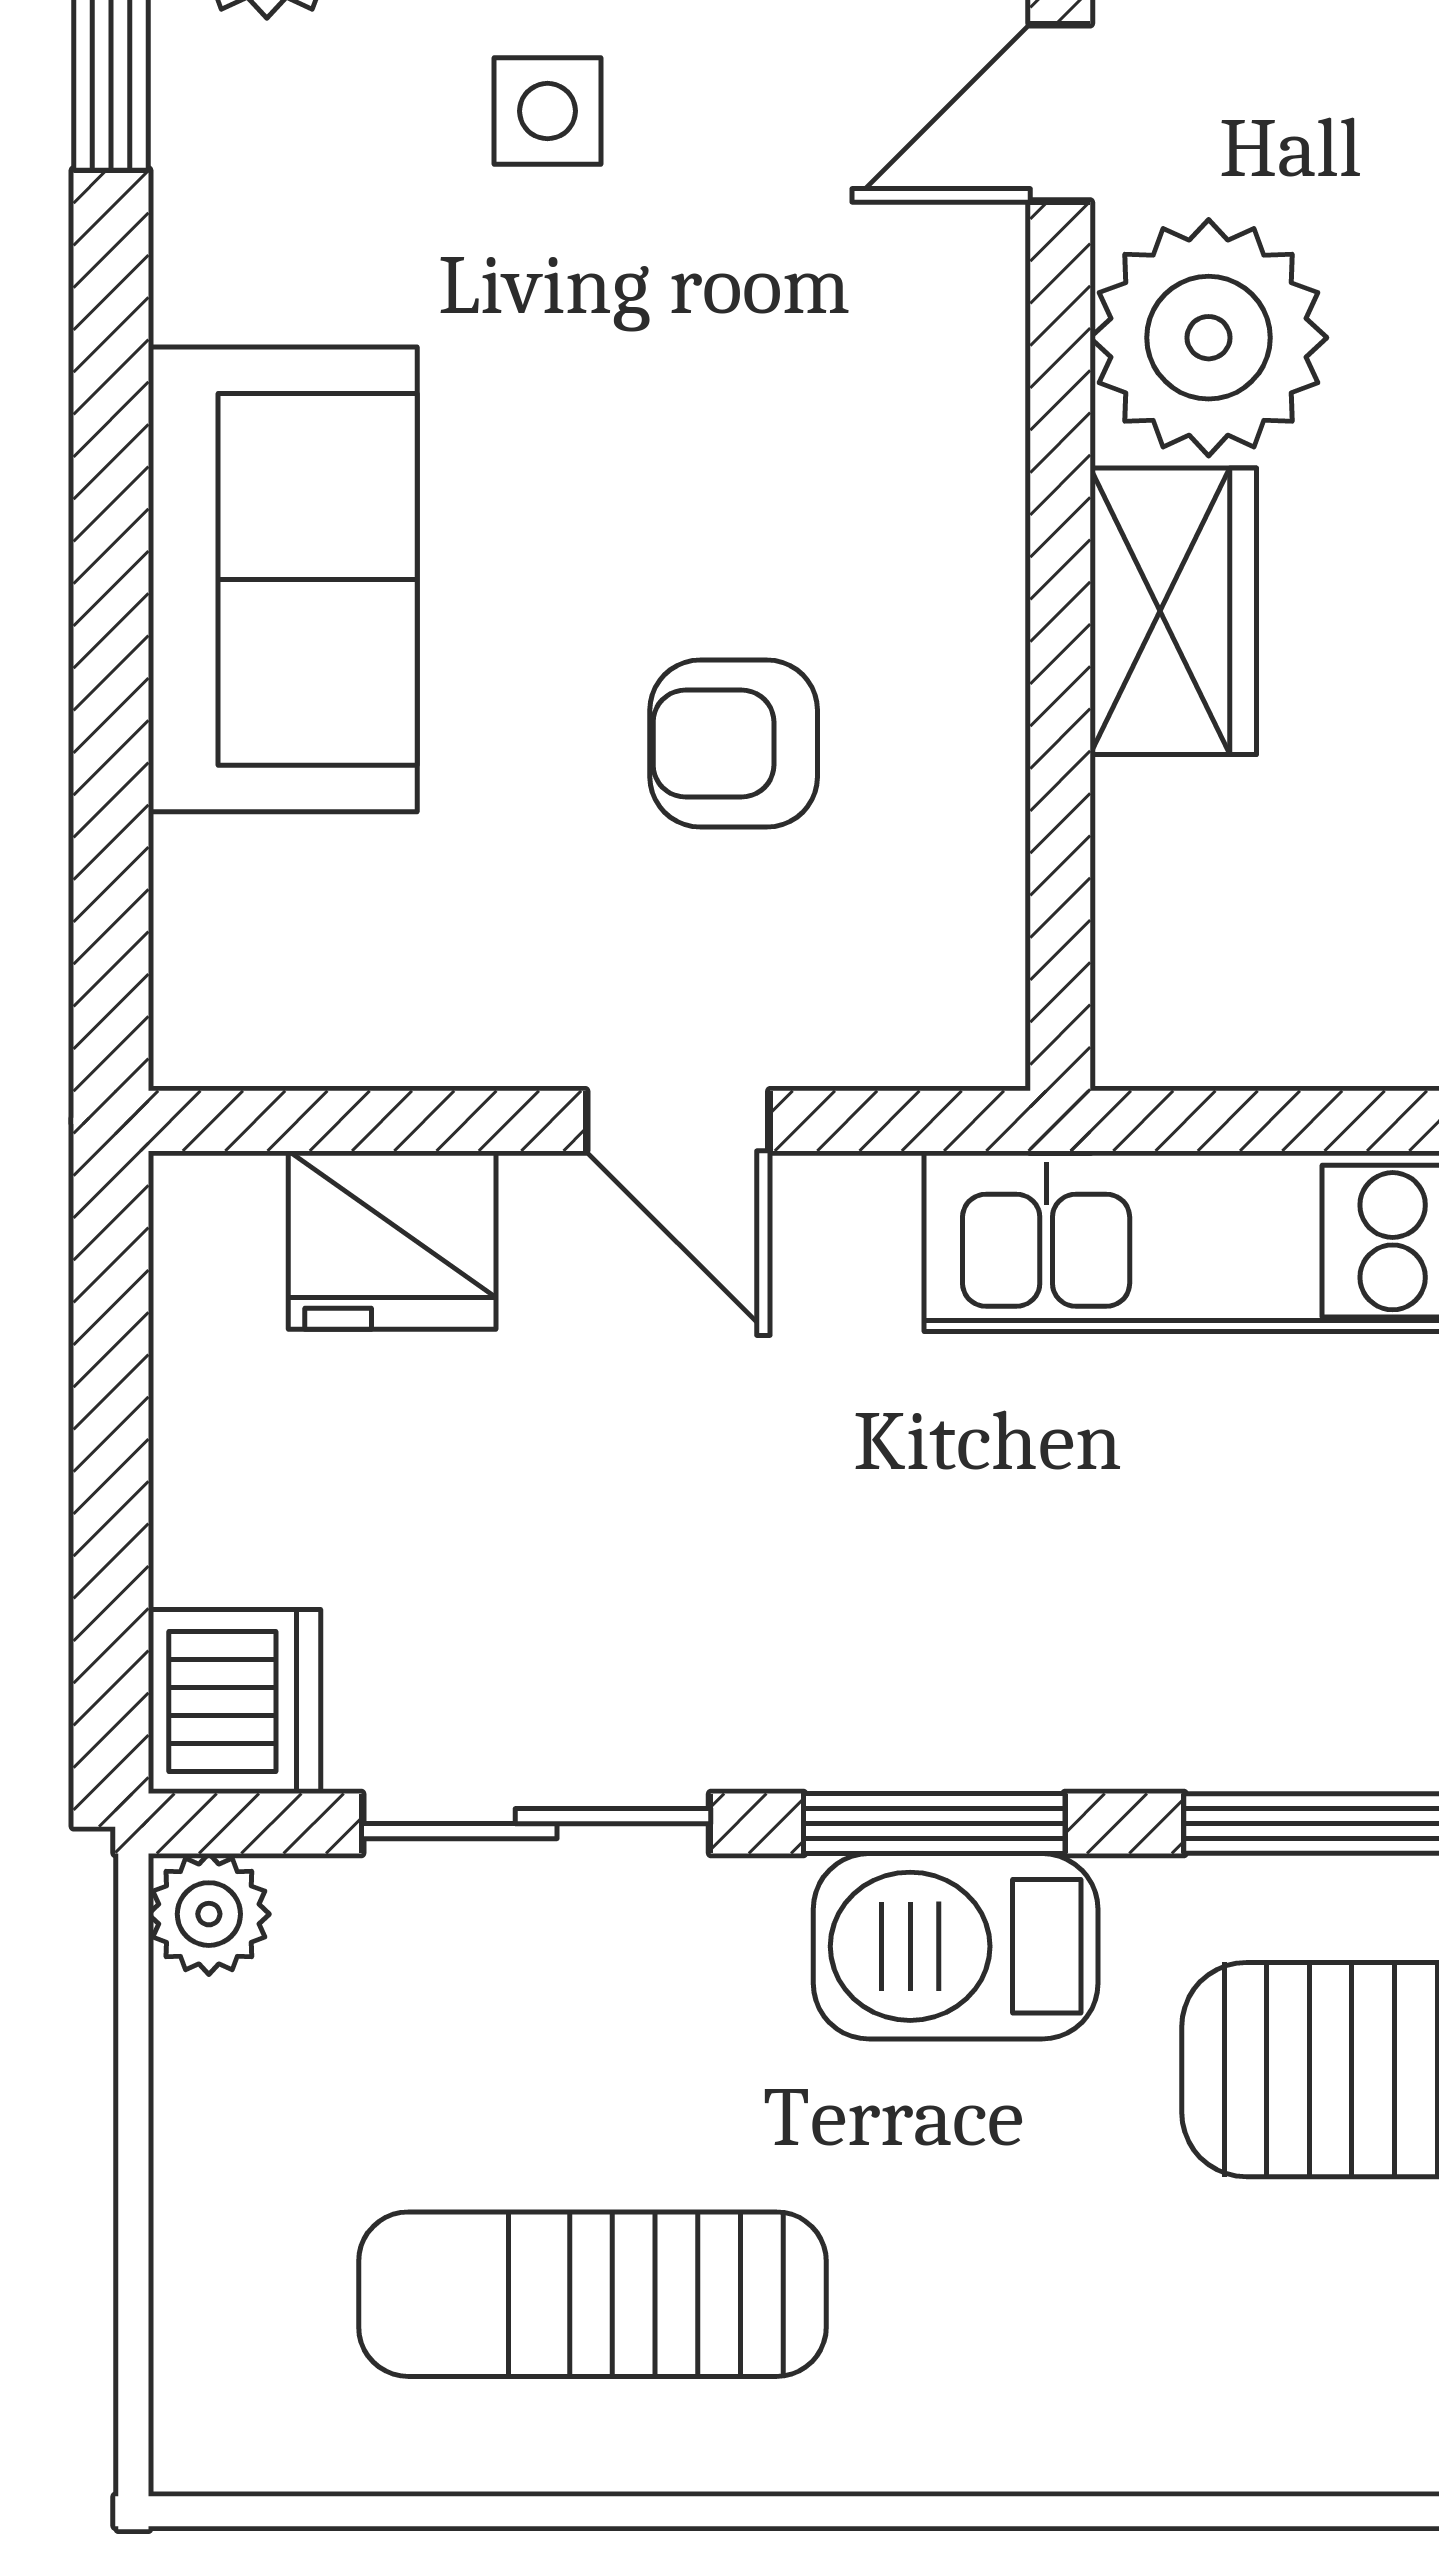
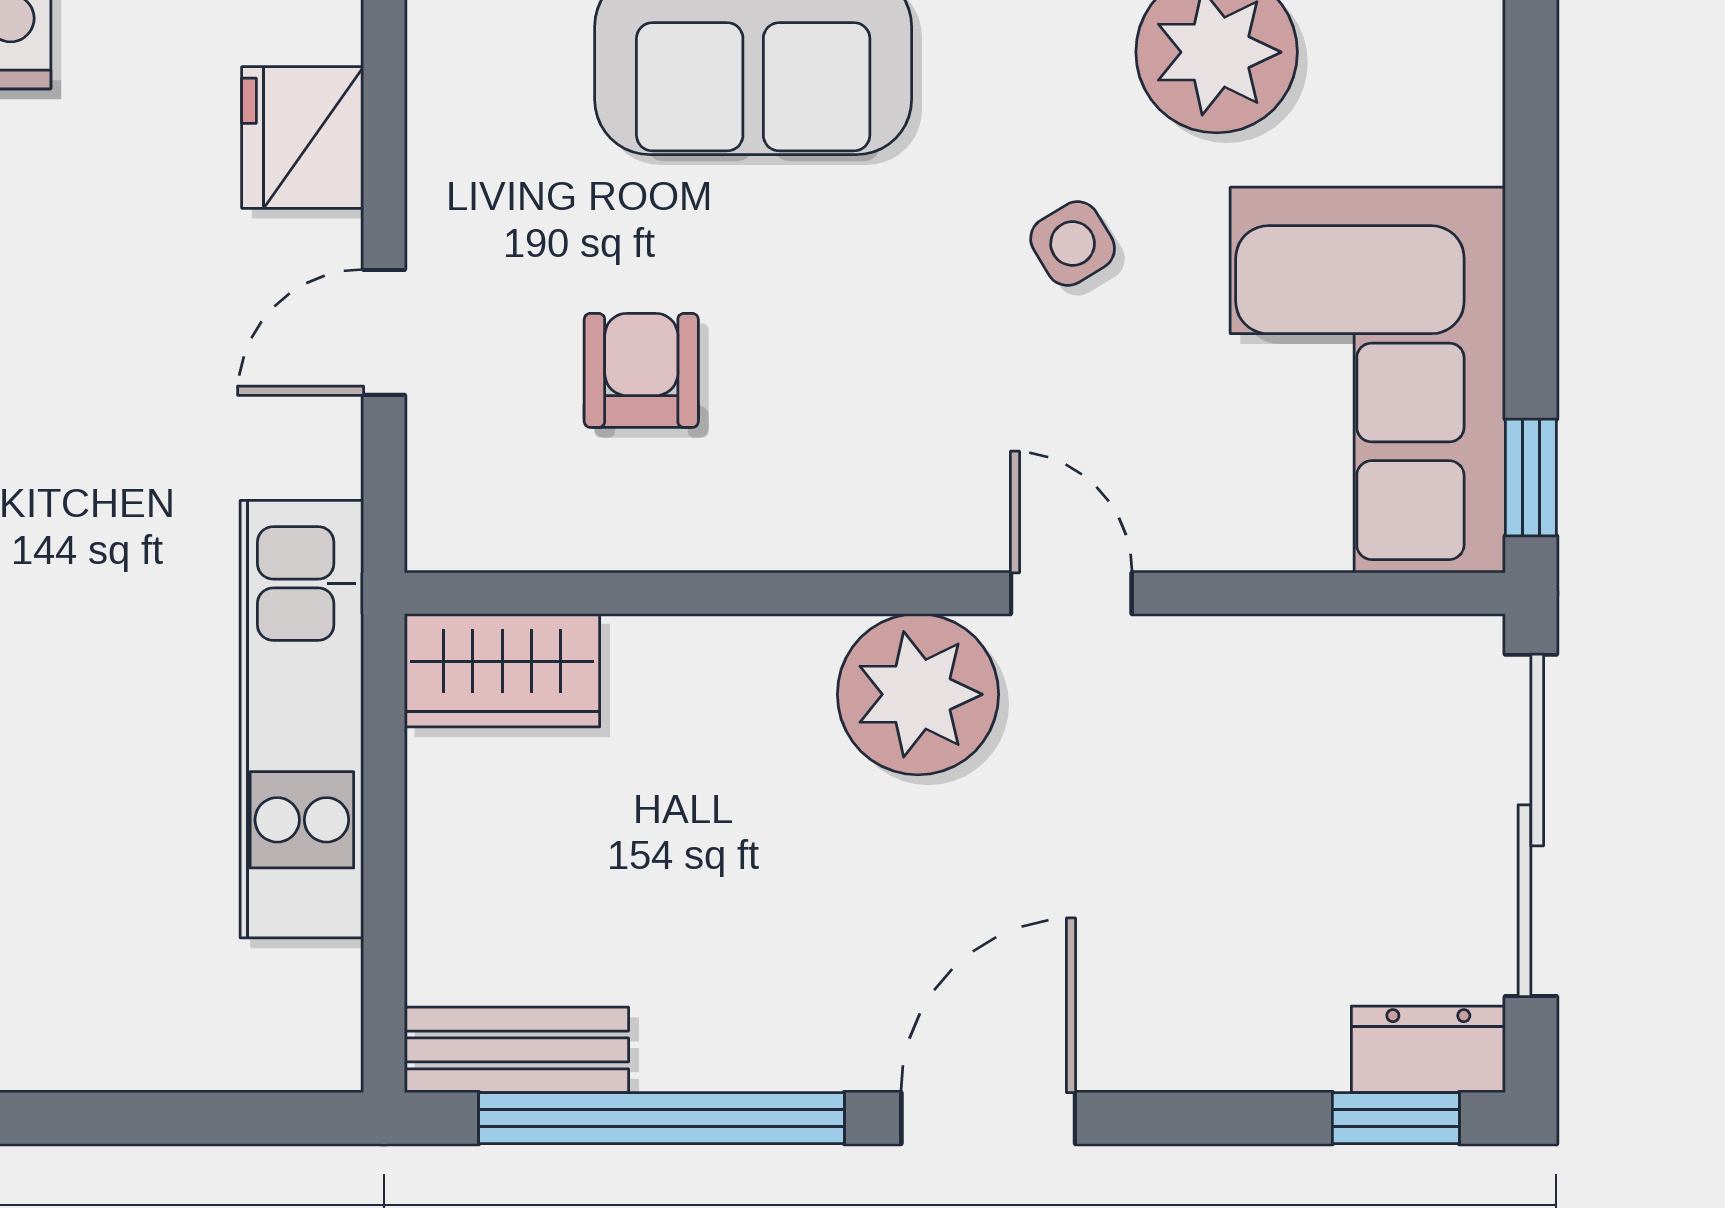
side table: (548, 111) -> (1073, 244), turned -31
wardrobe: (1173, 611) -> (502, 670), moved

